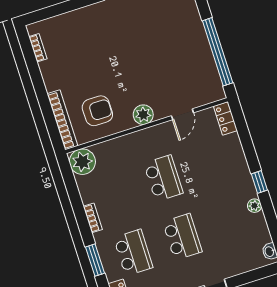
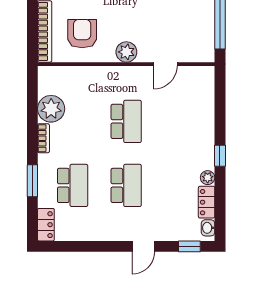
armchair: (97, 111) -> (82, 34), turned -90
locker: (225, 118) -> (207, 202), moved
plant: (82, 162) -> (51, 109), moved
window: (258, 274) -> (189, 246), added

